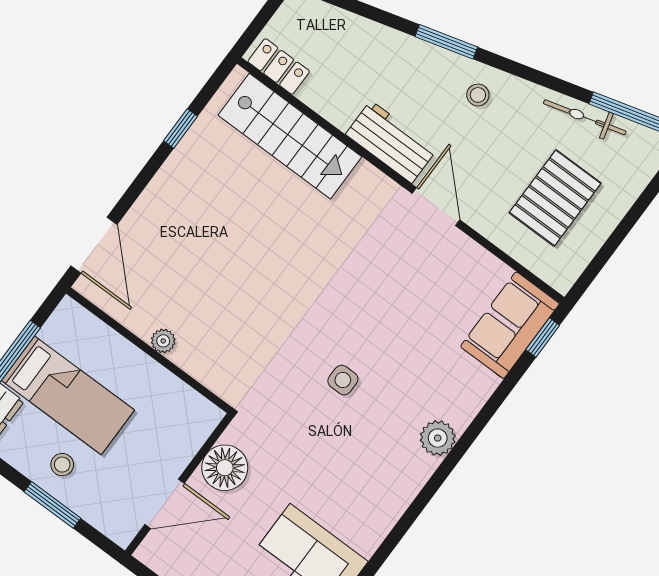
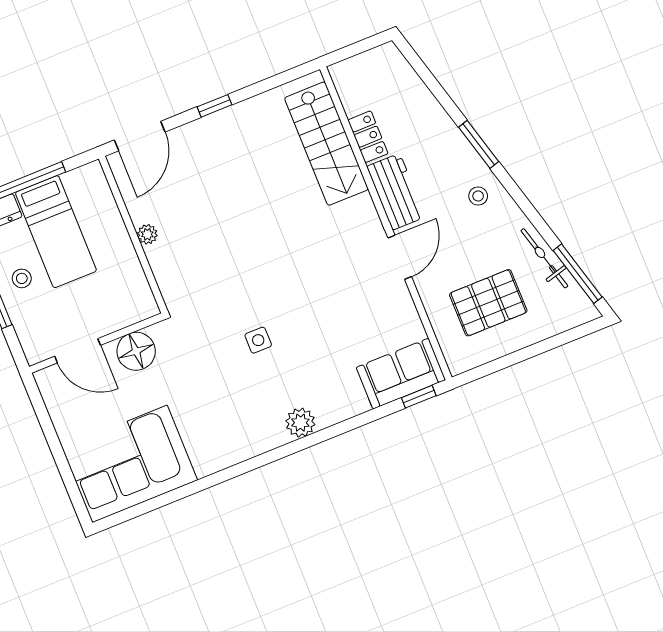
locker: (279, 66) -> (368, 137), moved
window: (181, 129) -> (215, 106), moved

